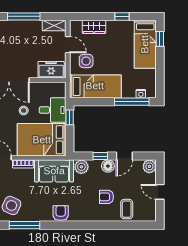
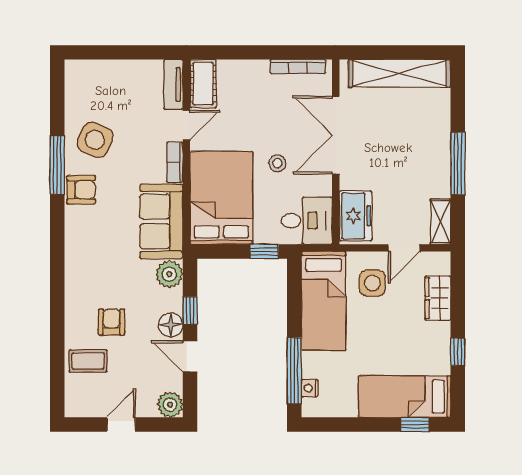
desk: (53, 110) -> (307, 221), moved, turned -90
armchair: (61, 213) -> (81, 190), moved

